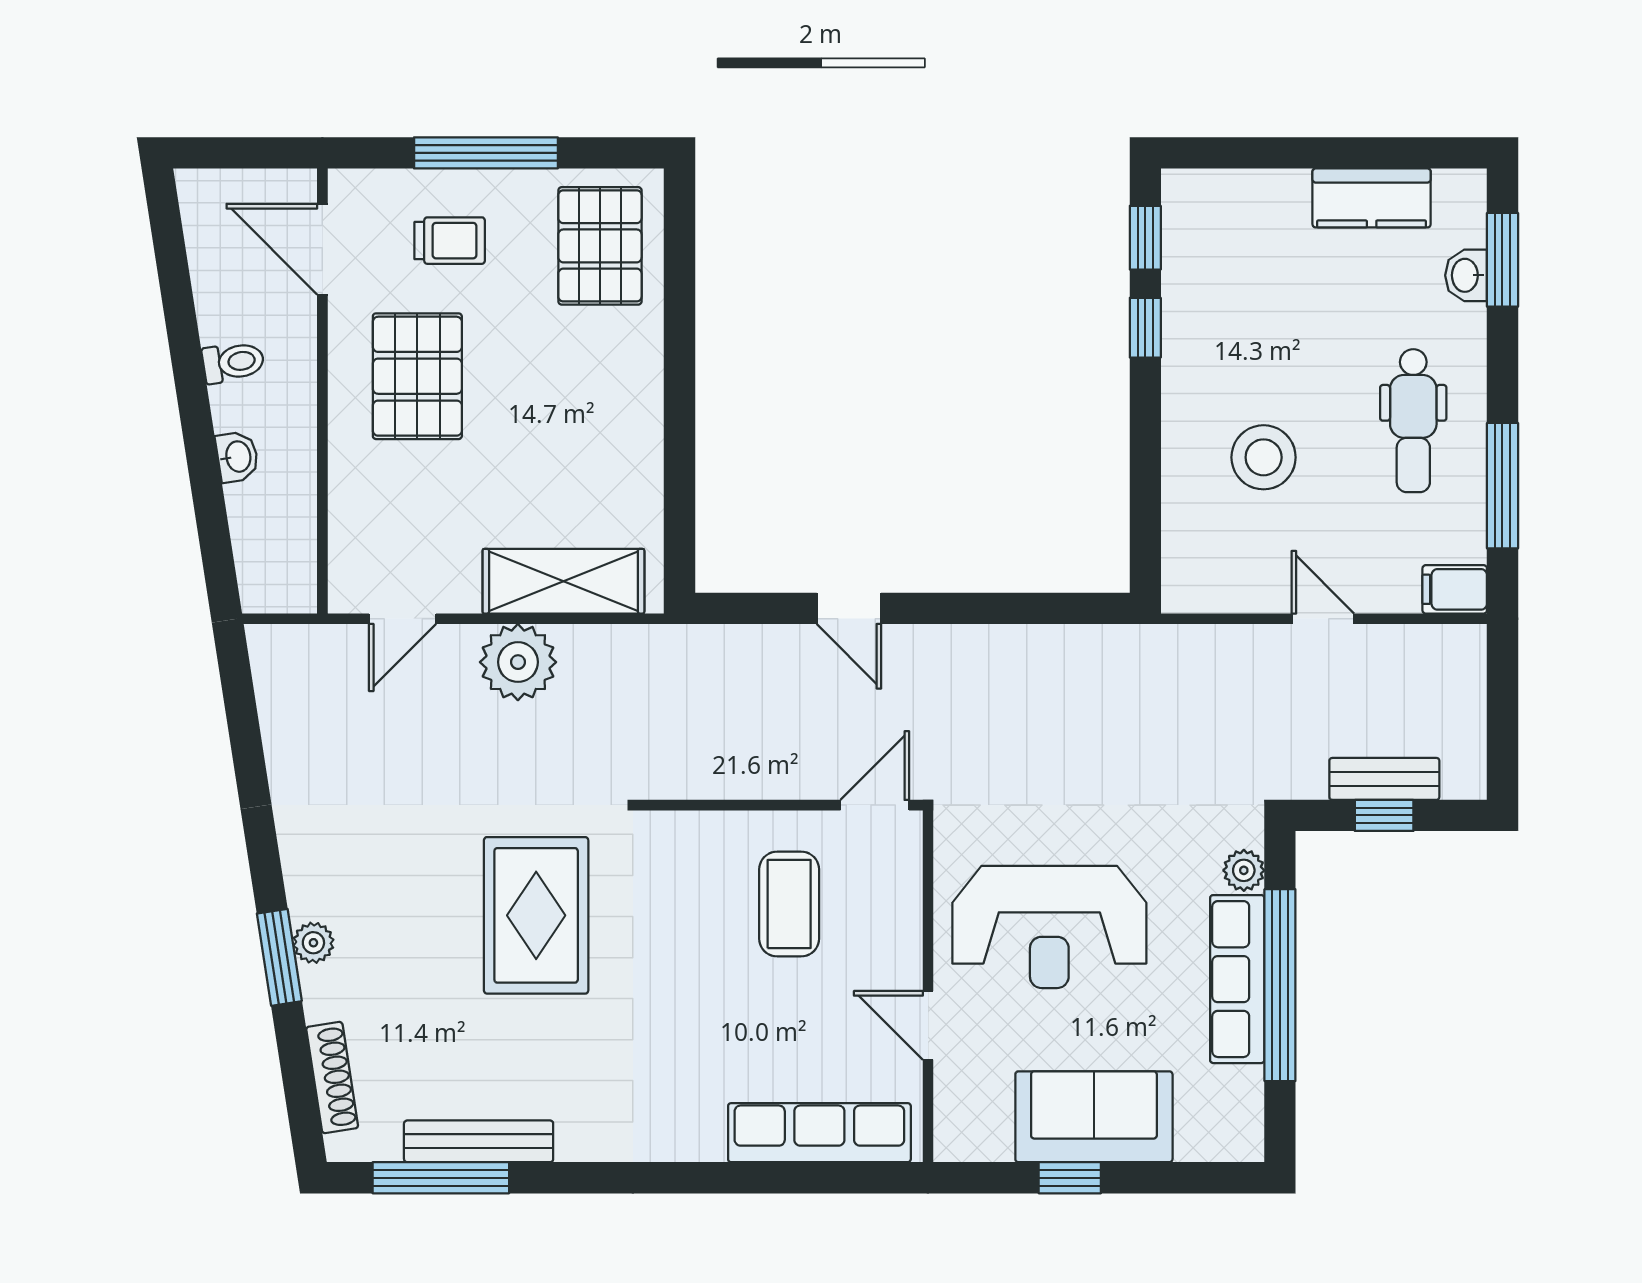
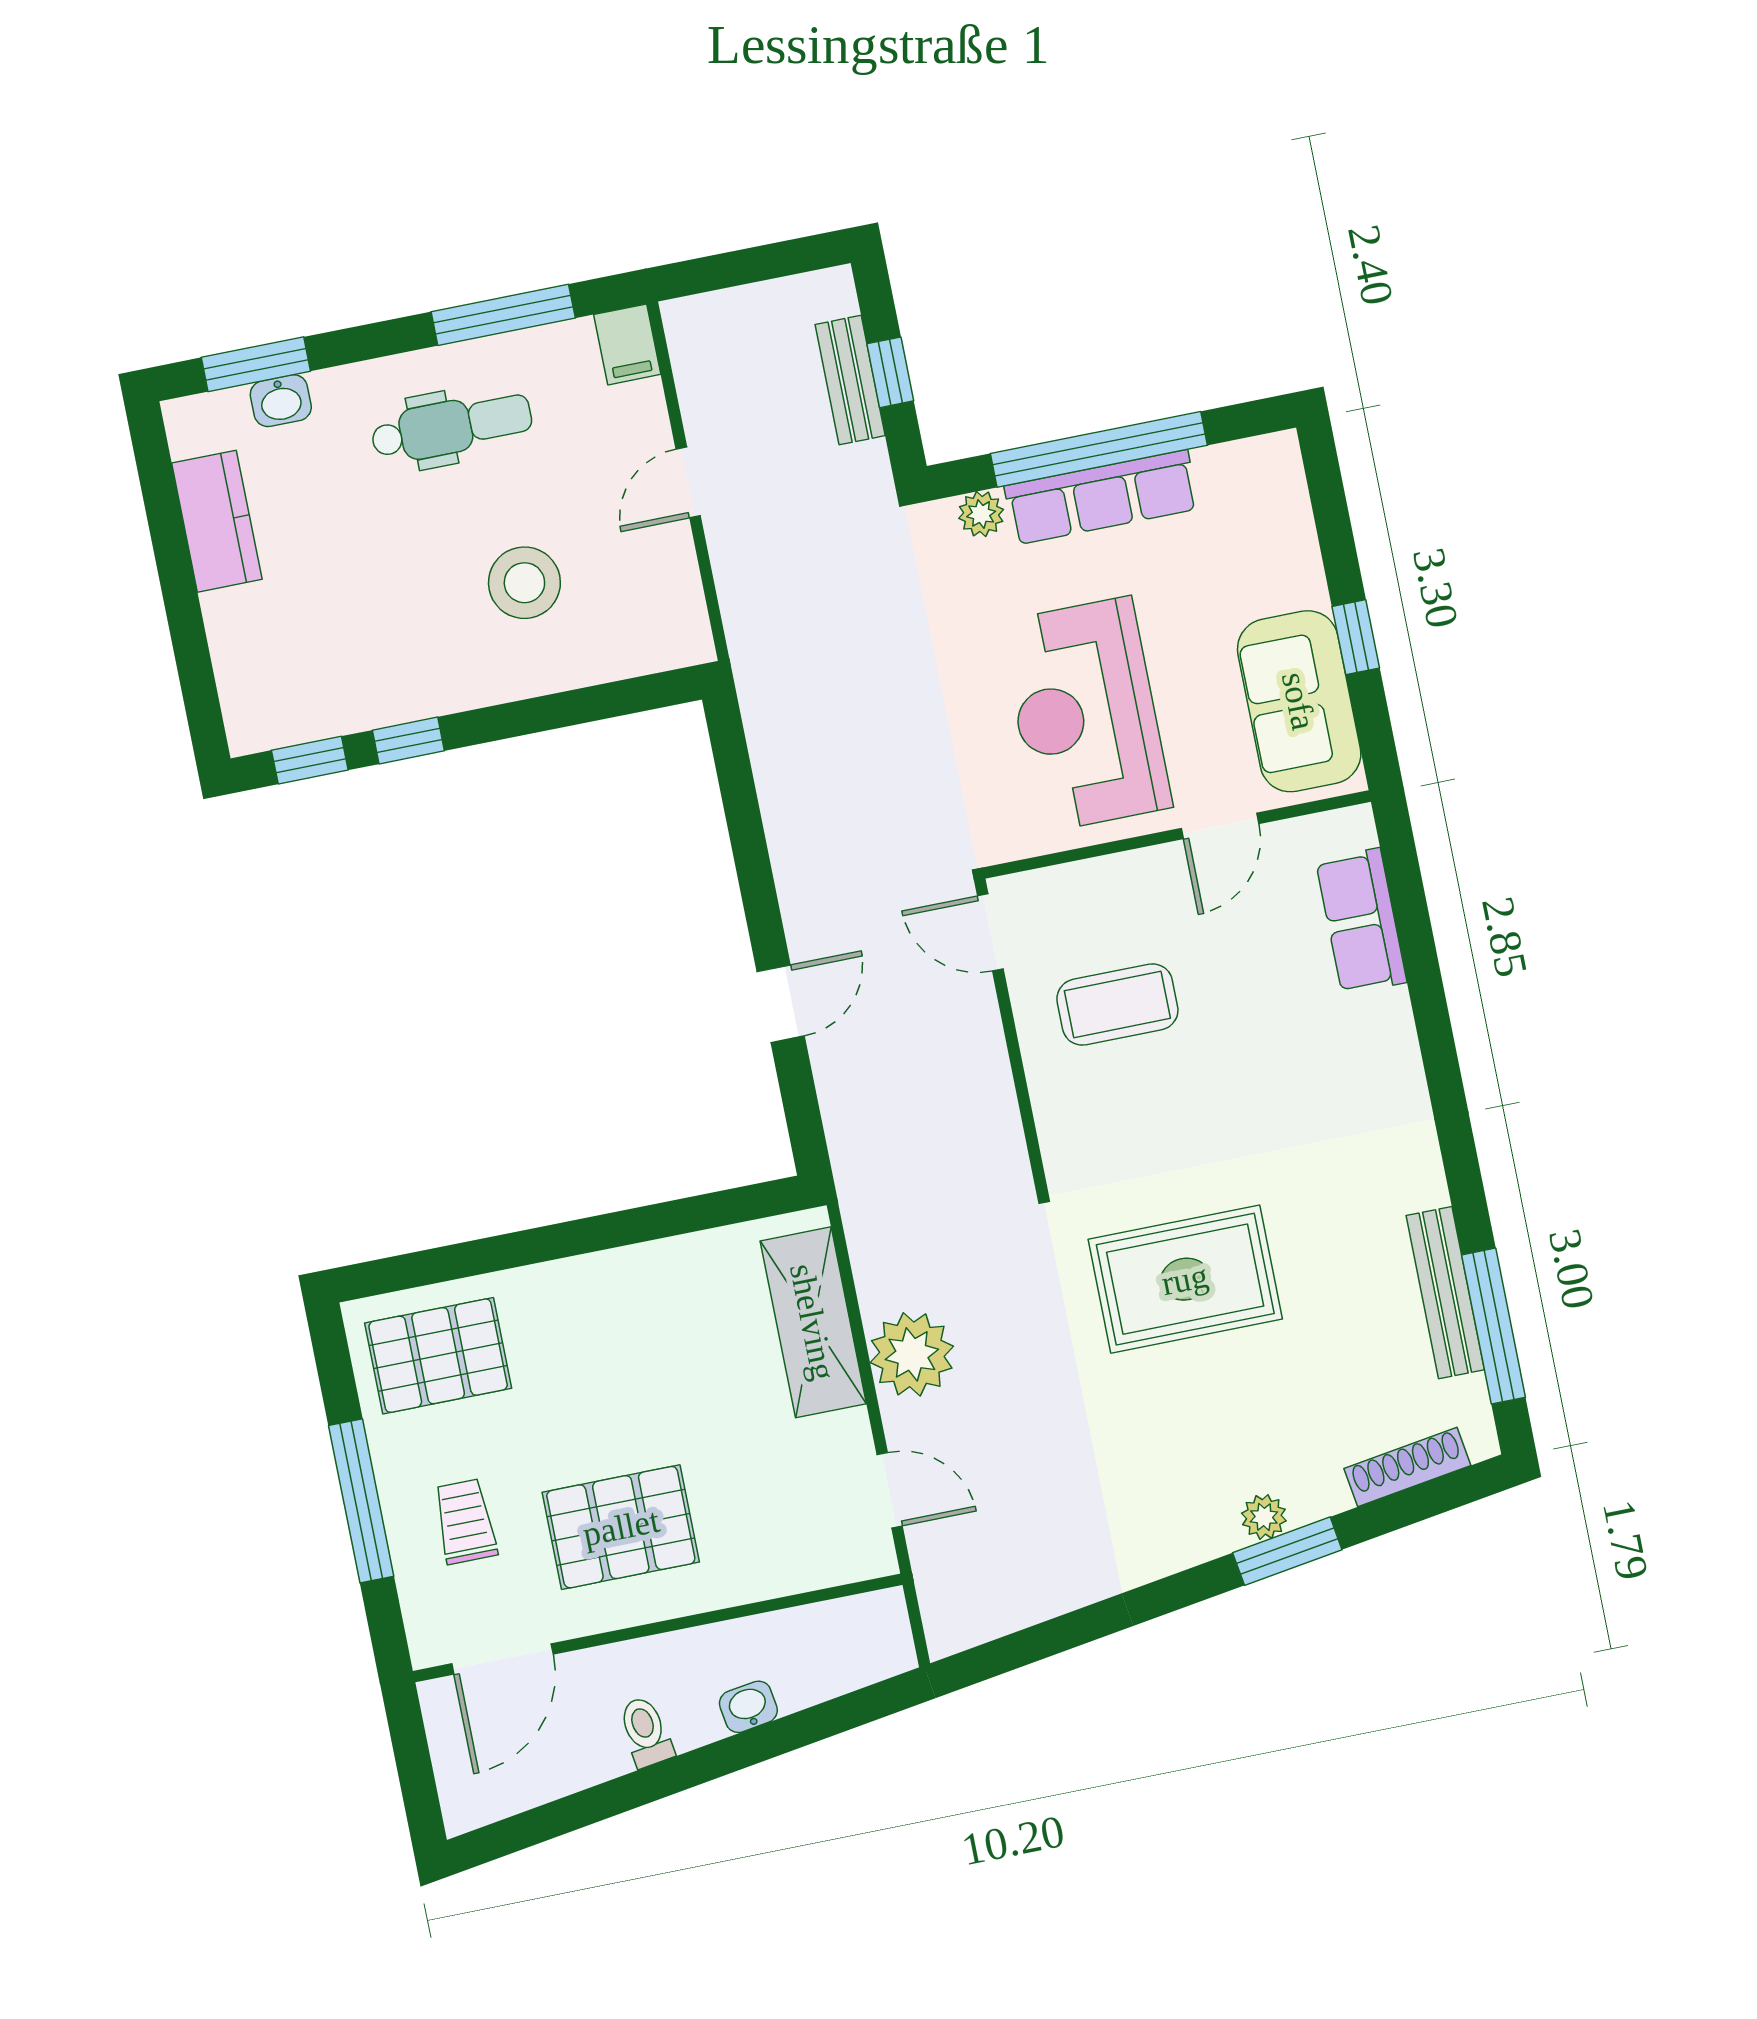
reception desk: (1049, 927) -> (1086, 715), turned 180
sofa: (1094, 1117) -> (1299, 701), moved
row of seats: (819, 1133) -> (1361, 921), width x0.68

